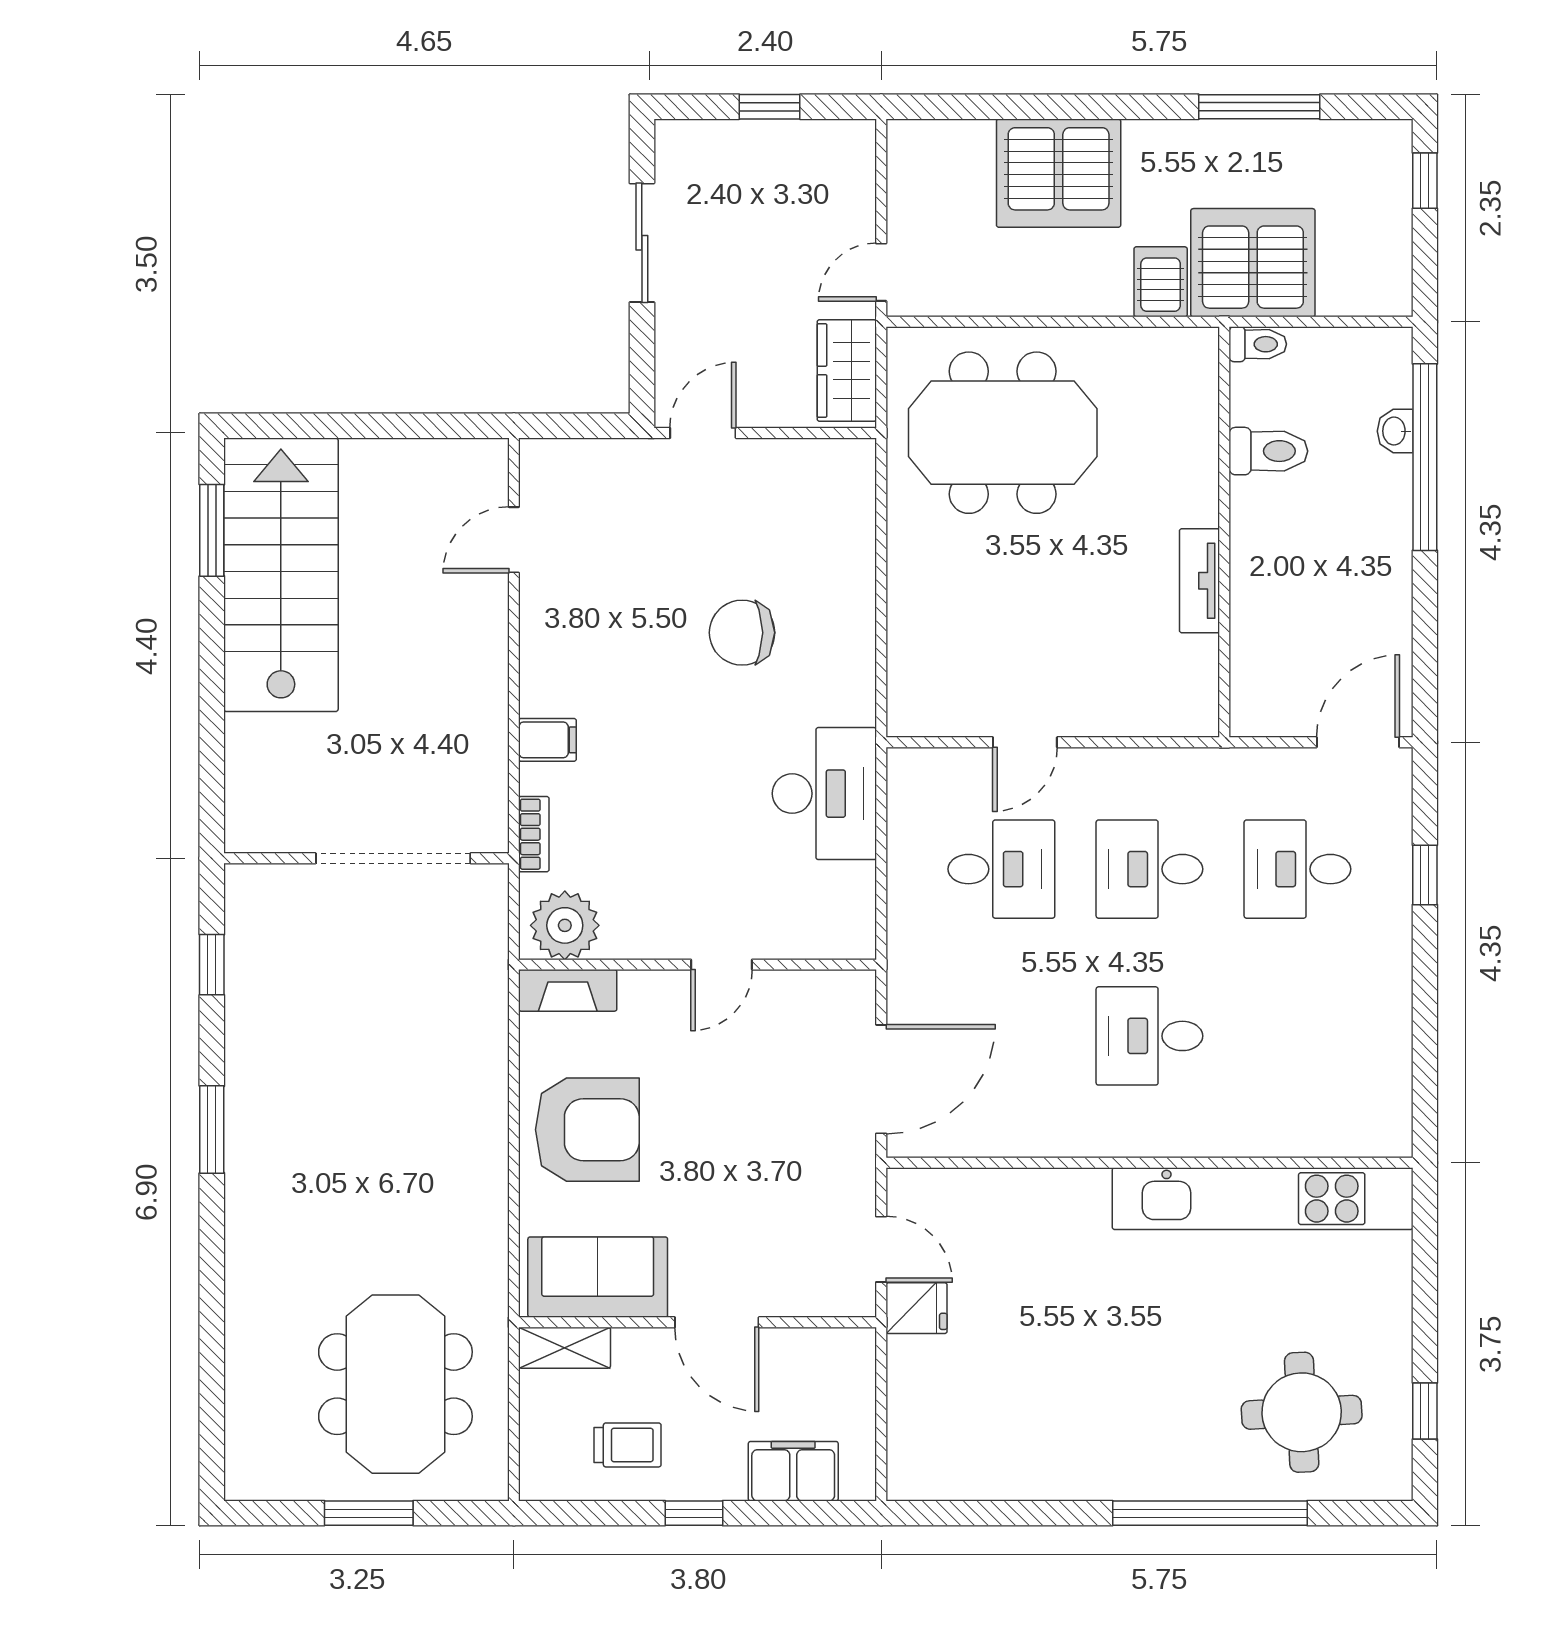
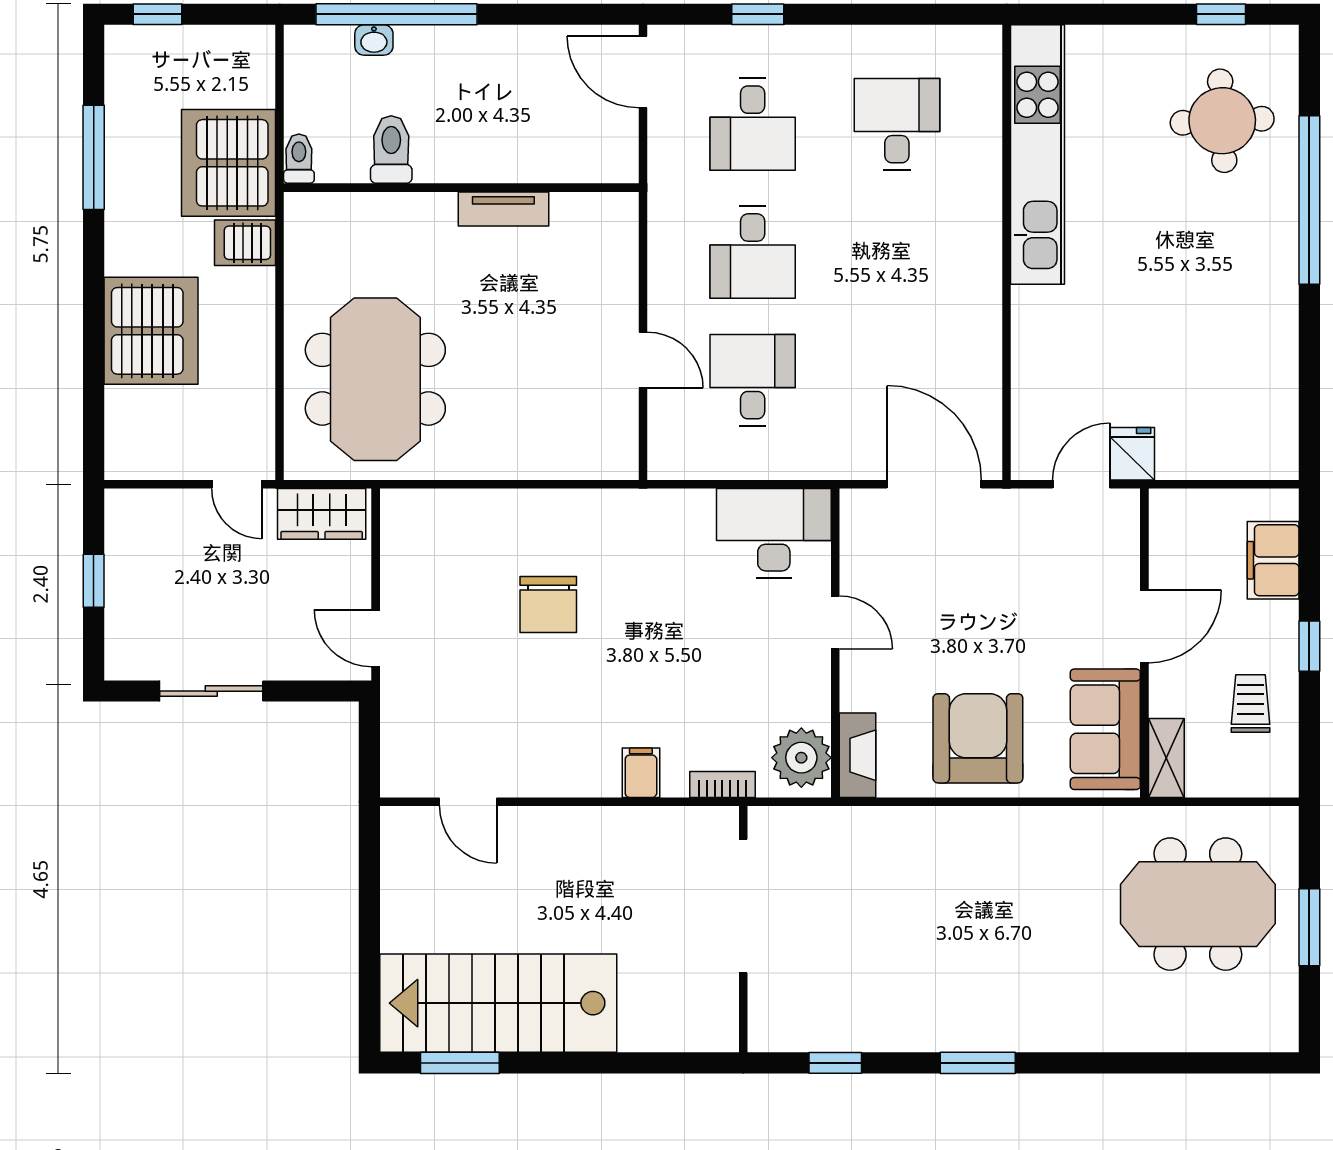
desk: (824, 794) -> (774, 533), moved
desk: (1149, 1036) -> (897, 124), moved, turned 180

